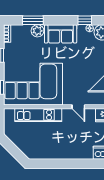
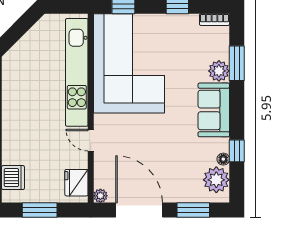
door: (78, 107) -> (91, 140), hinge flipped
kitchen unit: (38, 115) -> (77, 72), width x1.36

